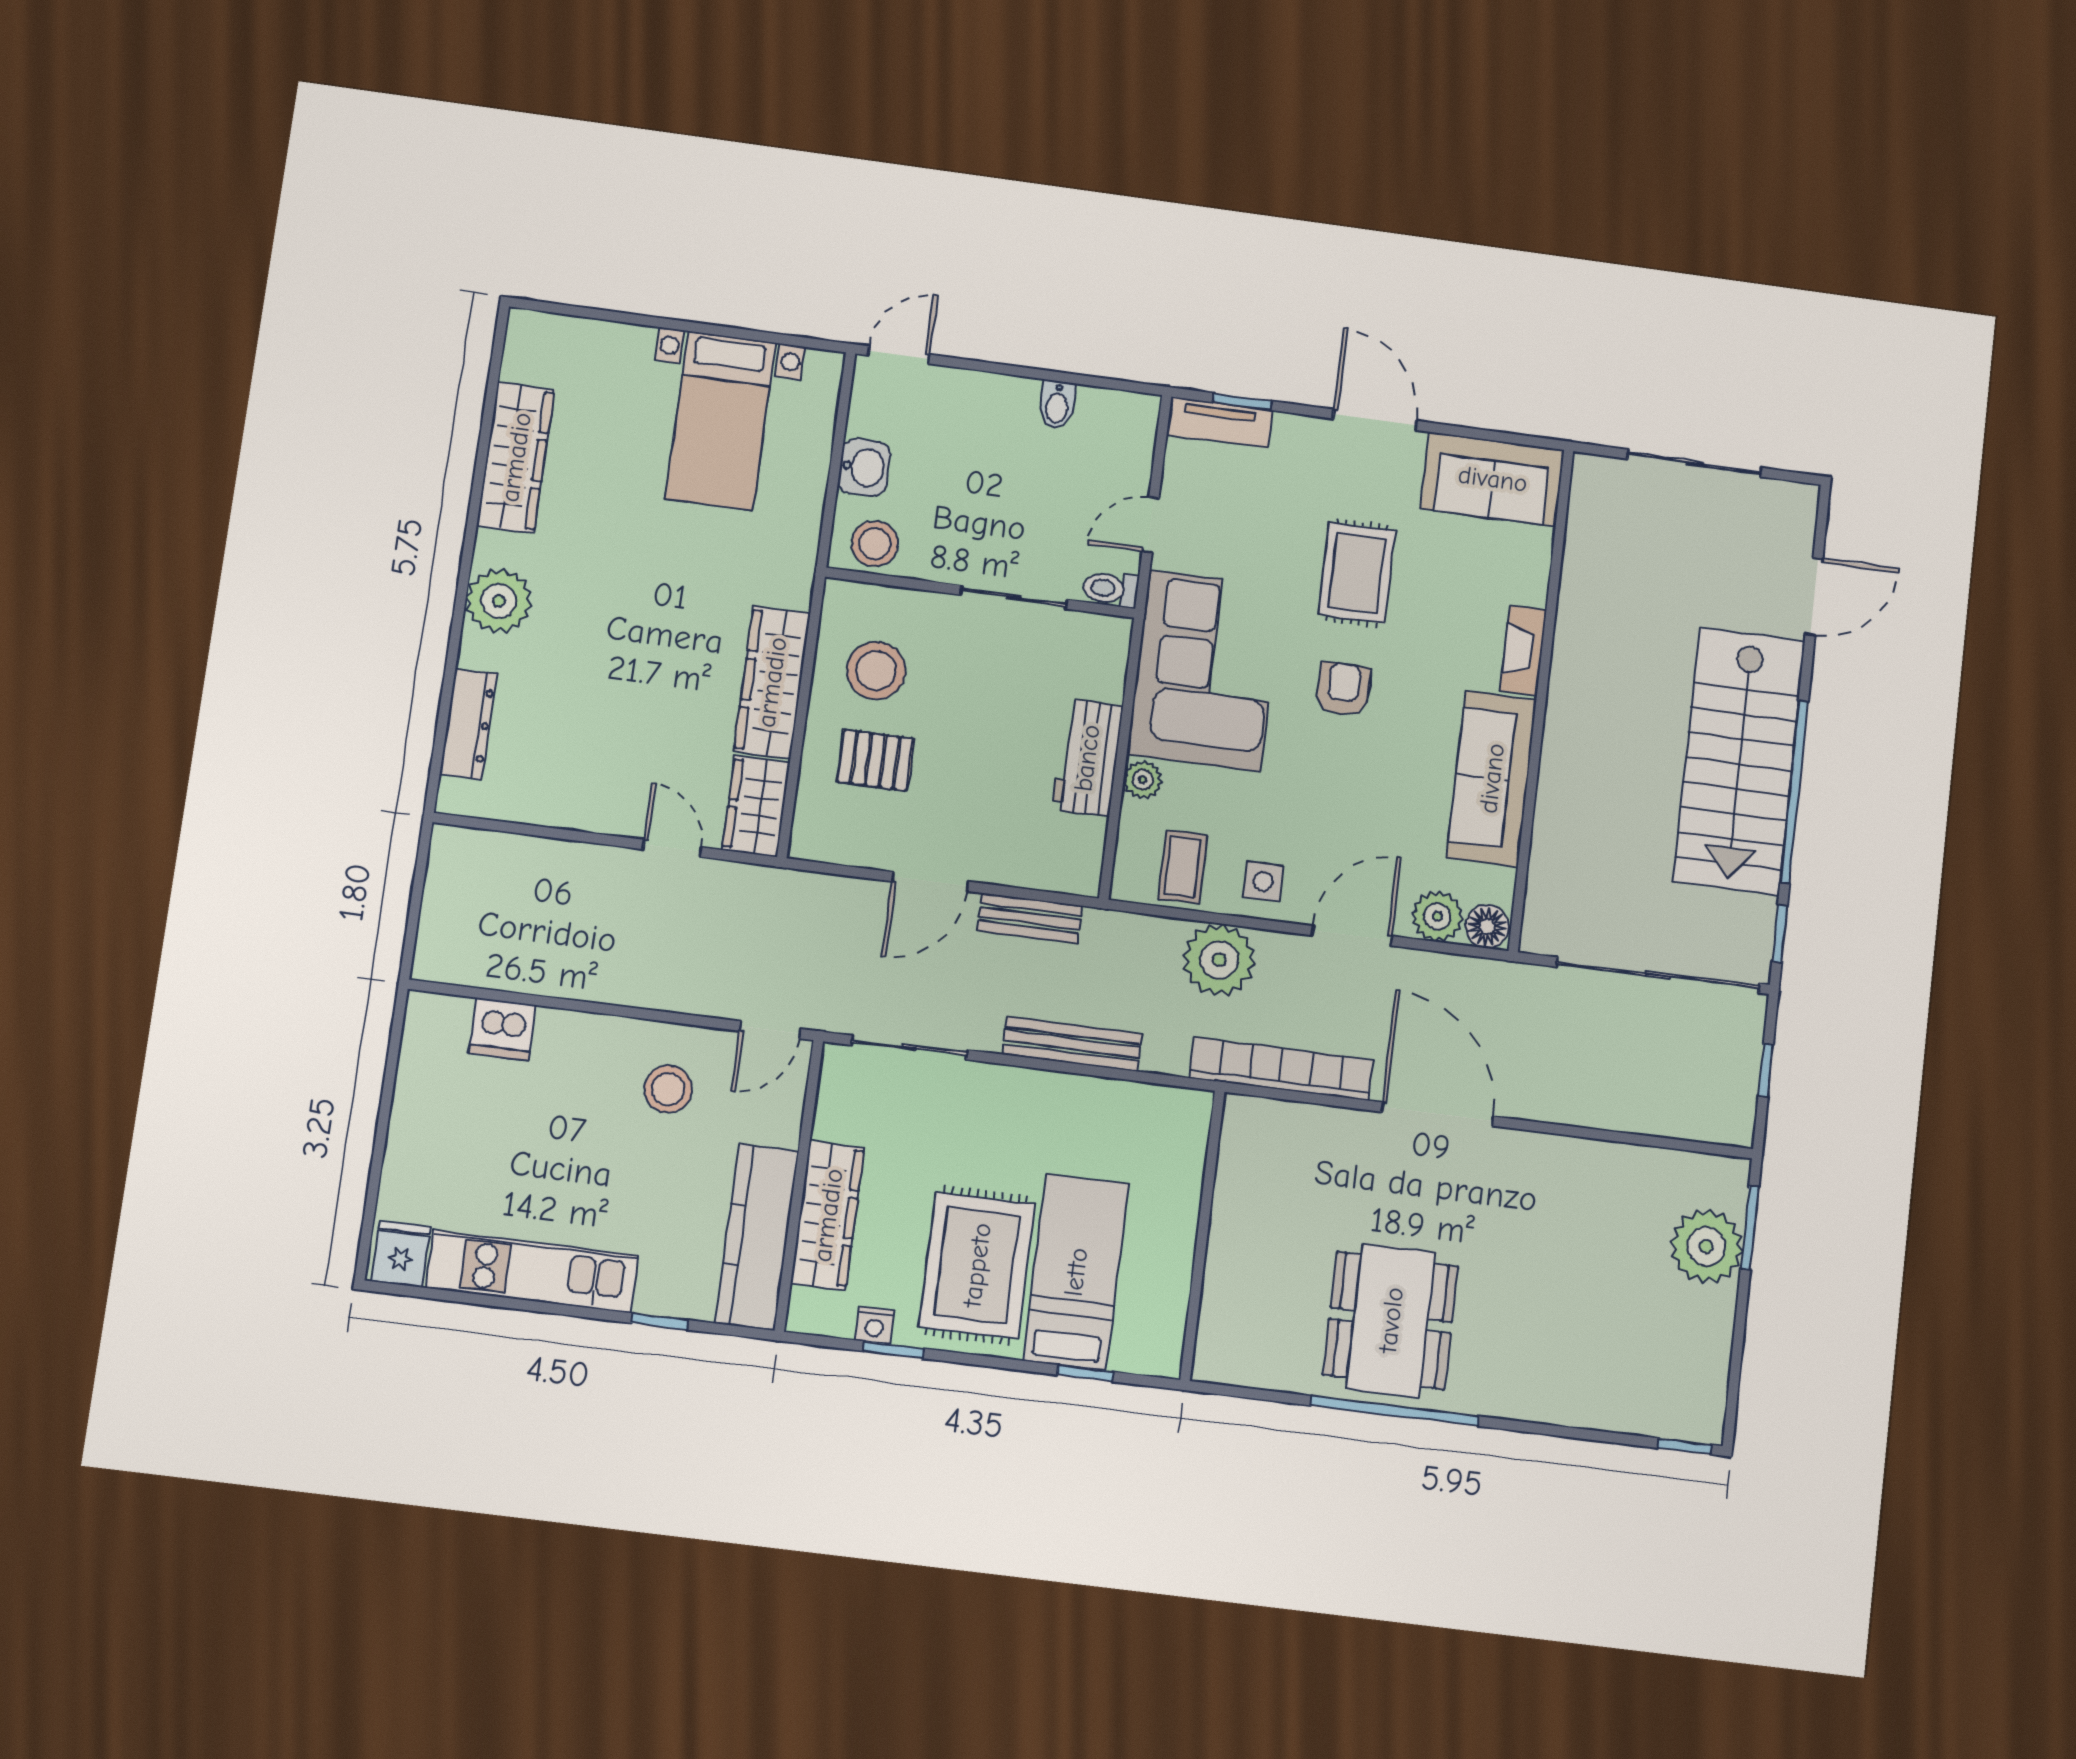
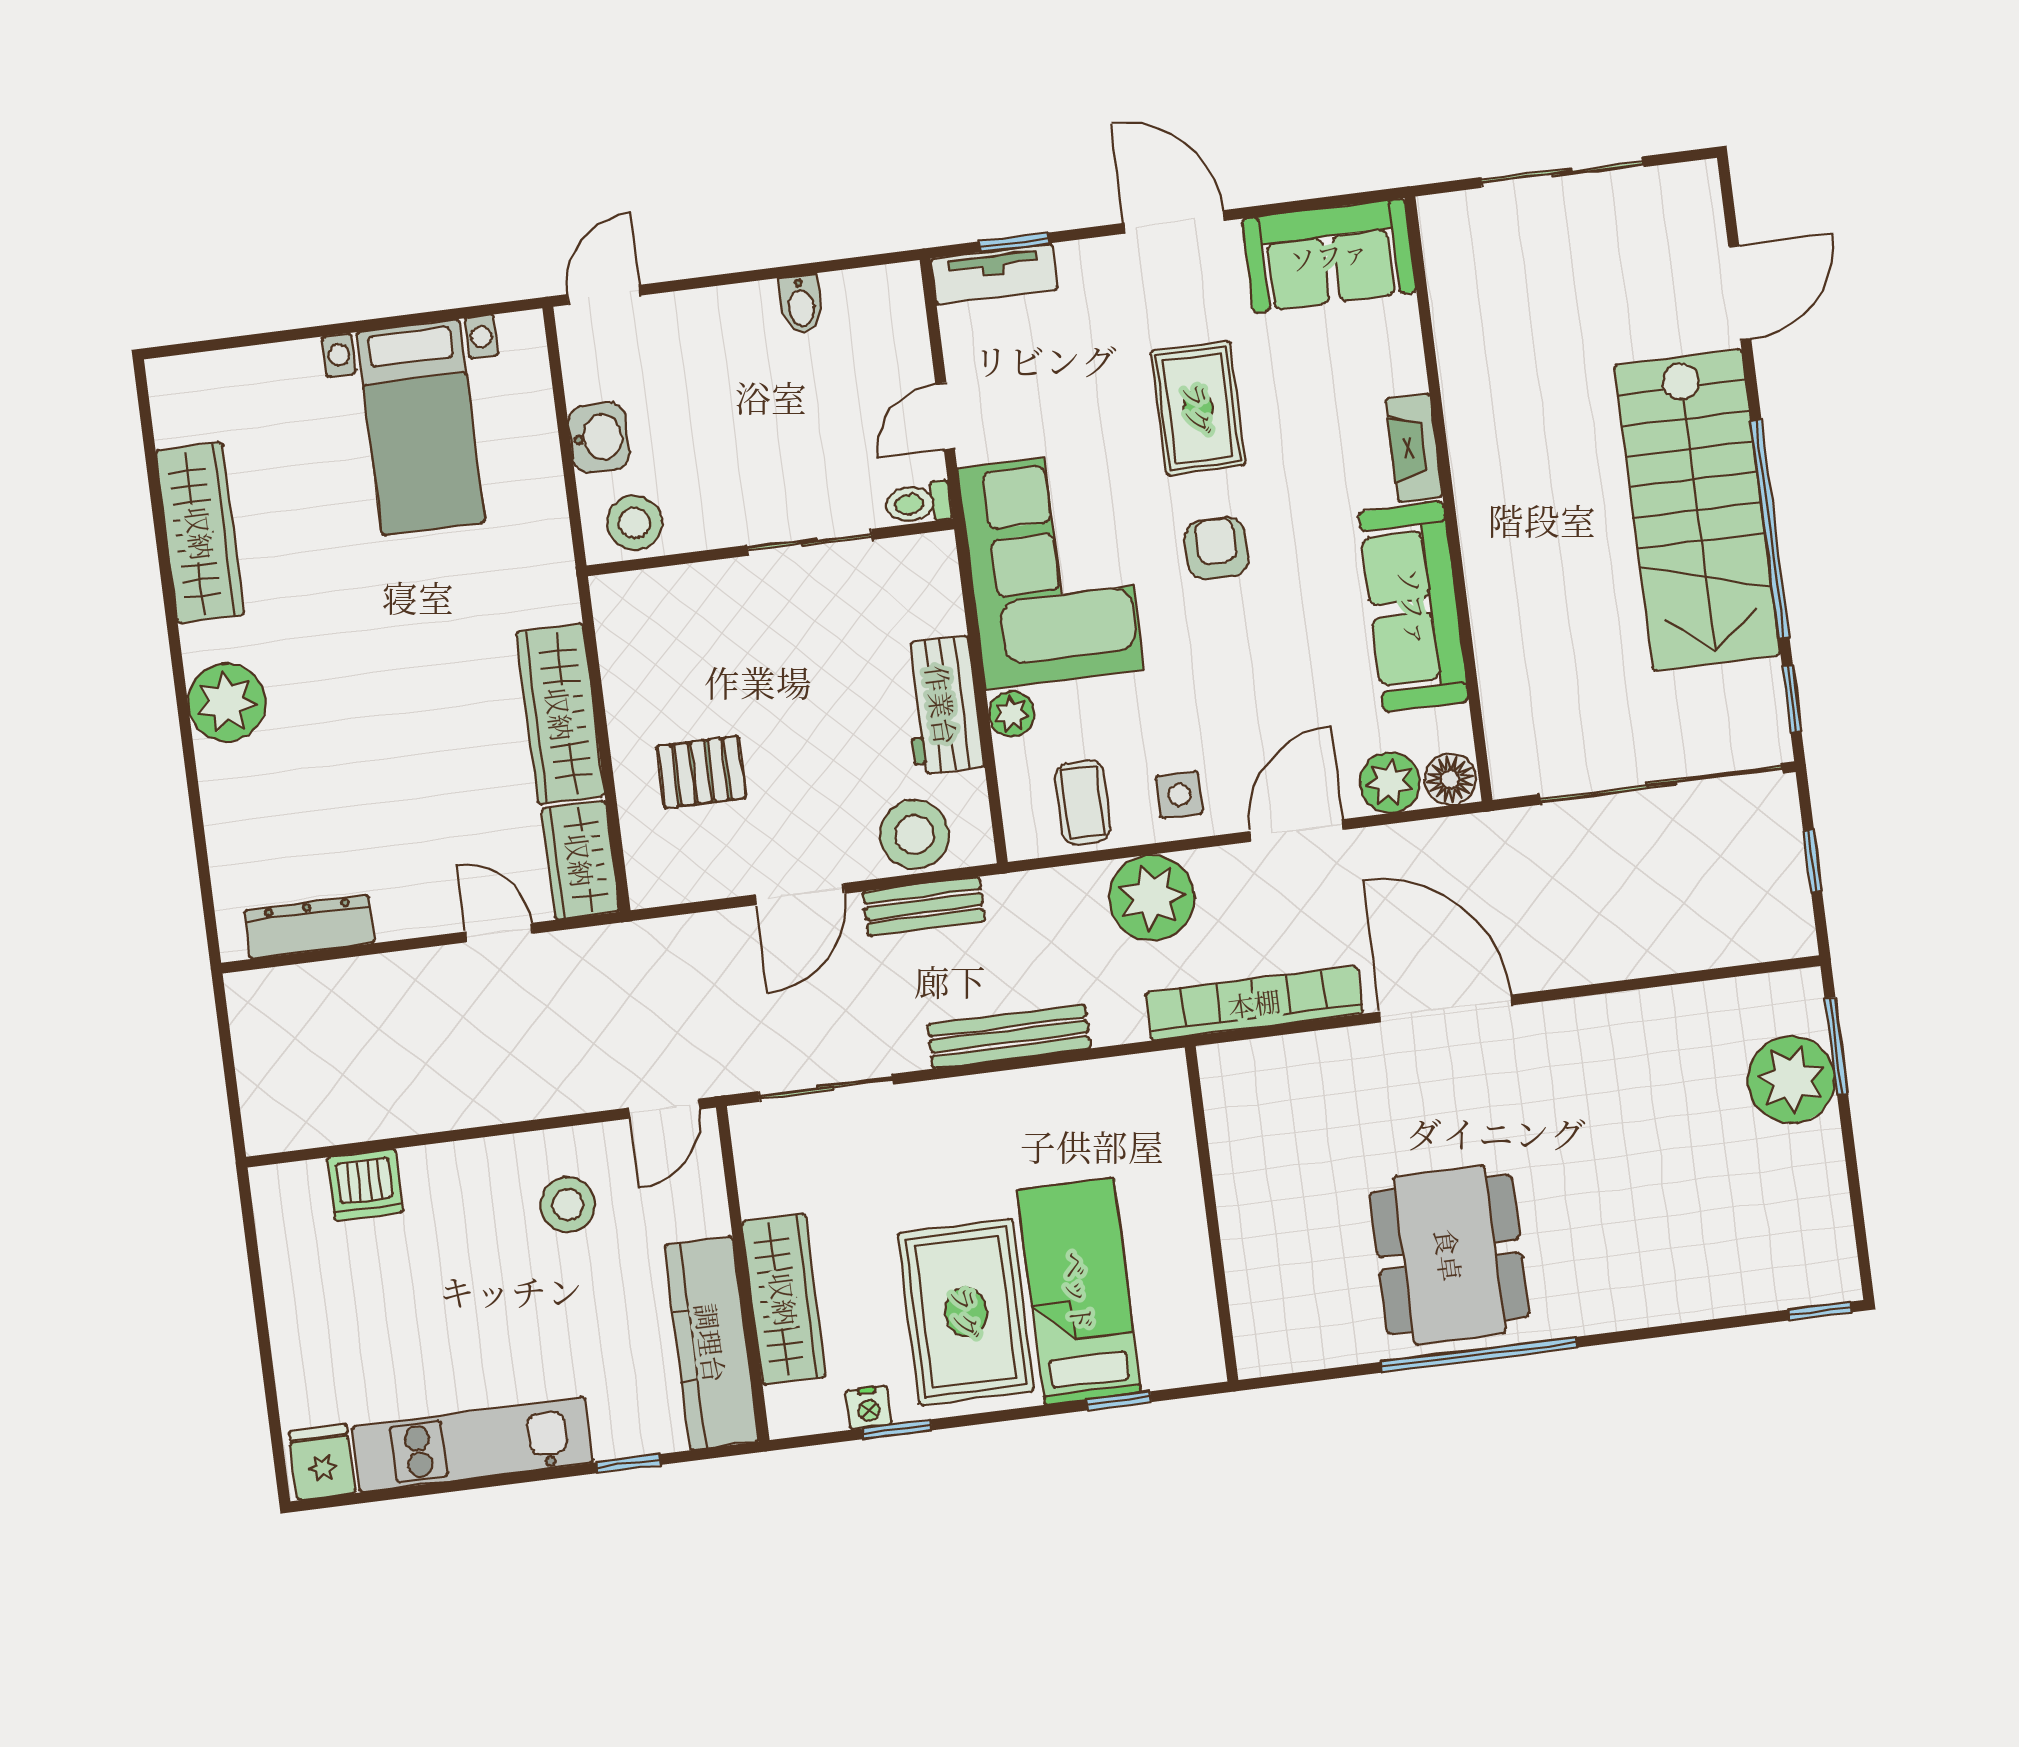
stool: (876, 670) -> (914, 834), moved
dresser: (468, 724) -> (309, 927), moved, turned -90

